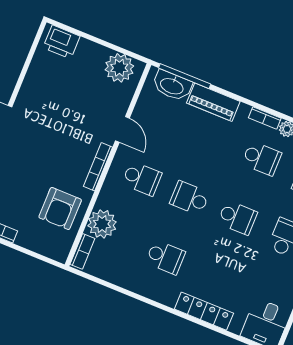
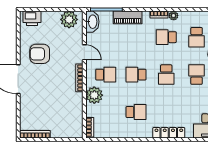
washbasin: (172, 86) -> (92, 22), moved, turned -90
school desk: (262, 158) -> (166, 37), turned 180
armchair: (60, 209) -> (40, 54), moved, turned 90
school desk: (237, 218) -> (166, 75), turned 90
plant: (102, 224) -> (94, 95), moved

